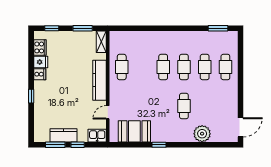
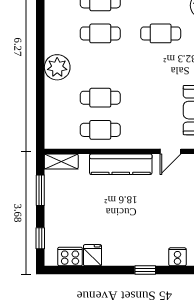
plant: (162, 39) -> (57, 67), added
cafe table: (163, 67) -> (100, 98), moved
cooker: (40, 74) -> (177, 257), moved
door: (108, 112) -> (170, 151), hinge flipped

